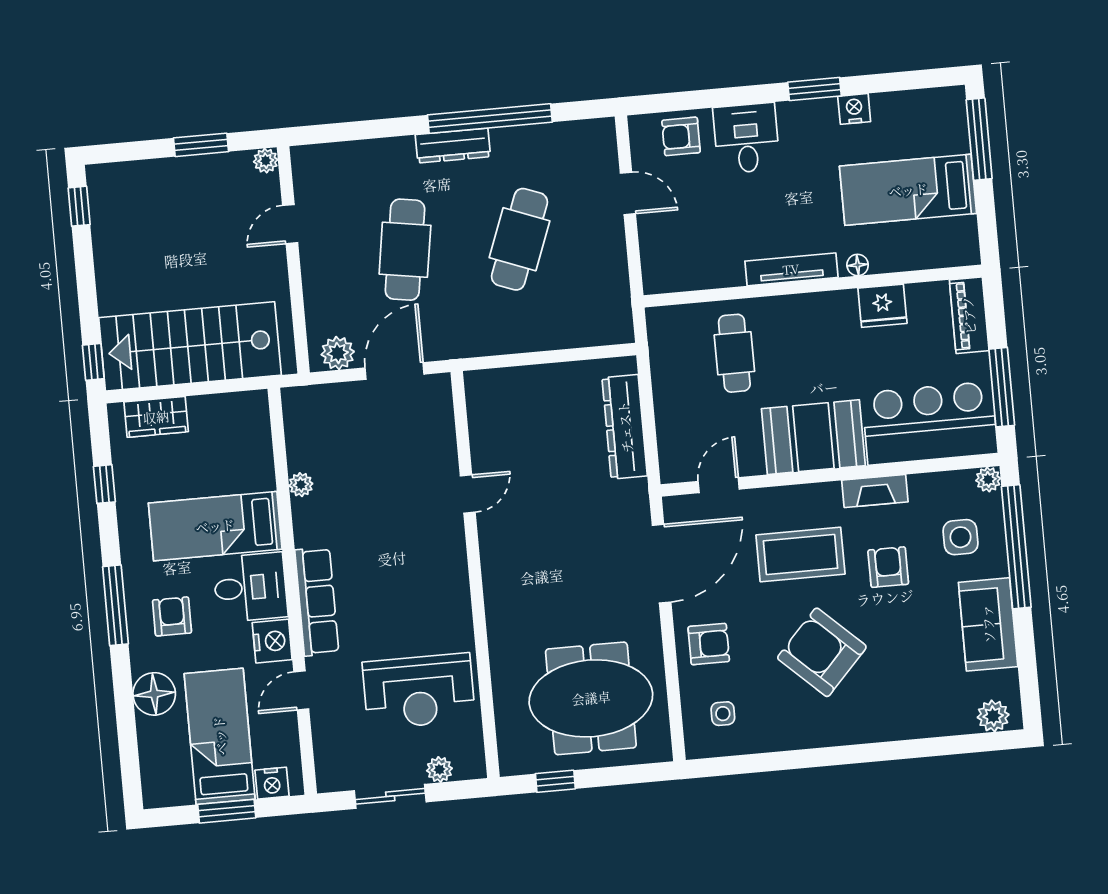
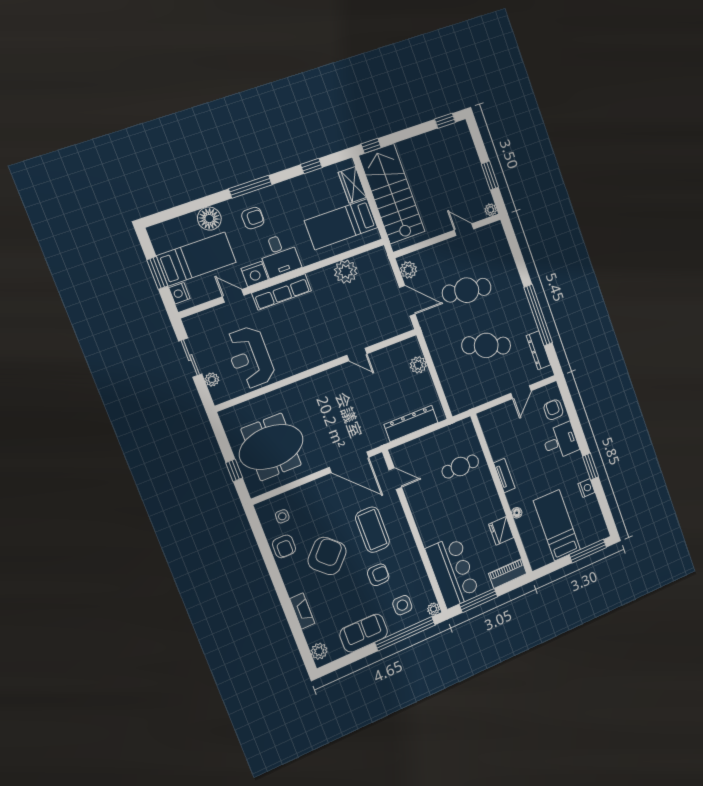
dresser: (453, 146) -> (538, 350), moved
tv unit: (791, 269) -> (504, 476), width x0.71
plant: (519, 383) -> (418, 365), added
booth: (813, 437) -> (431, 518), removed
plant: (301, 485) -> (346, 272), width x1.88, depth x1.88
fireplace: (875, 491) -> (302, 611), moved, turned 180
bed: (215, 526) -> (341, 224), moved, turned -90
armchair: (709, 644) -> (284, 546), moved
meeting table: (591, 698) -> (271, 447), turned 90
window: (555, 781) -> (234, 470), moved

